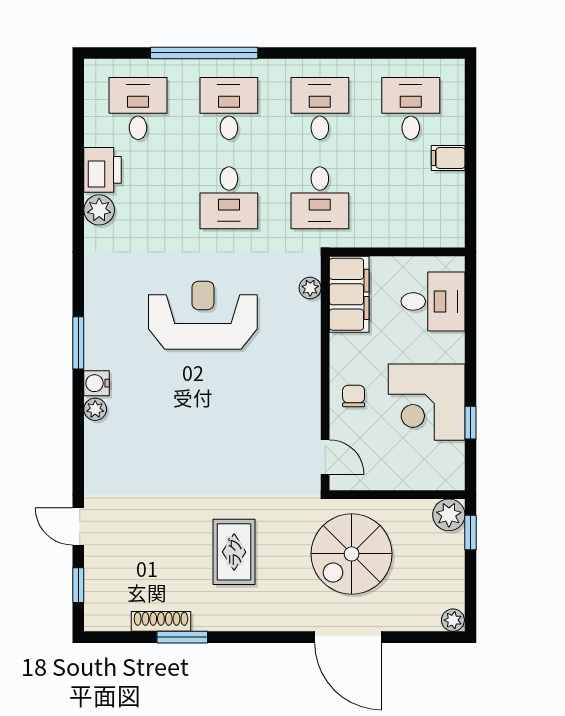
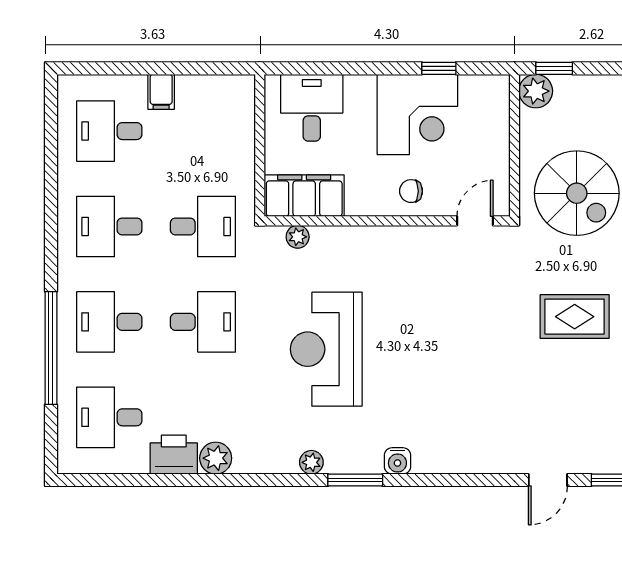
plant: (95, 409) -> (311, 462), moved

